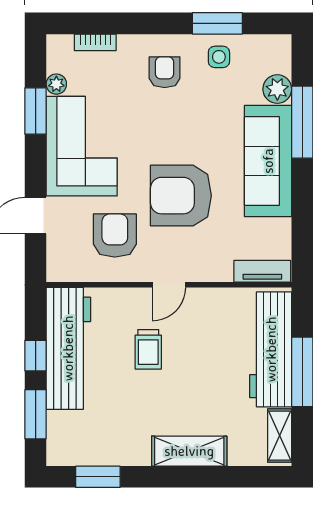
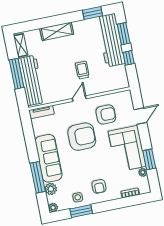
plant: (281, 45) -> (53, 208), added
armchair: (115, 235) -> (106, 114), turned -90
workbench: (68, 348) -> (111, 40), moved

